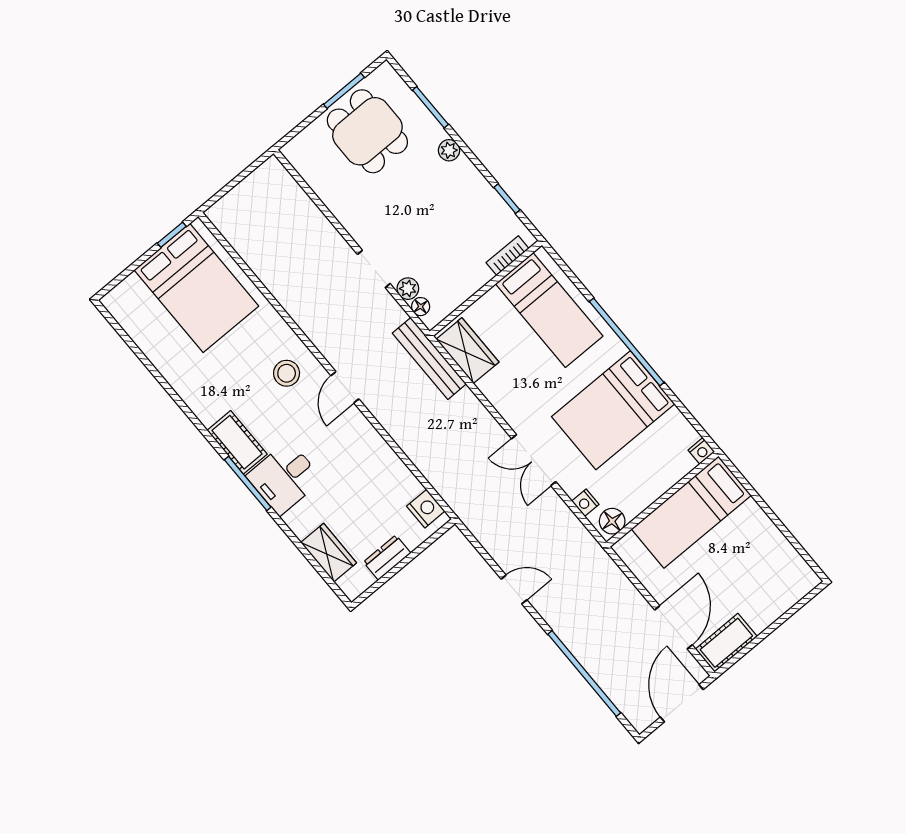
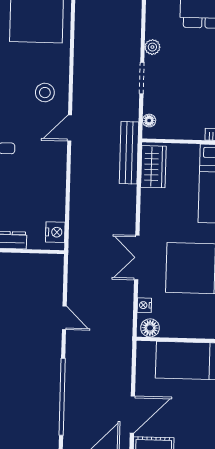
plant: (408, 289) -> (152, 47), moved

